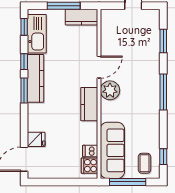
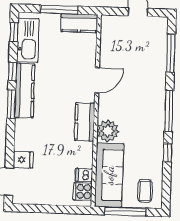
window: (163, 41) -> (171, 53), width x1.44
plant: (110, 90) -> (108, 131), moved
window: (163, 157) -> (168, 153), moved

